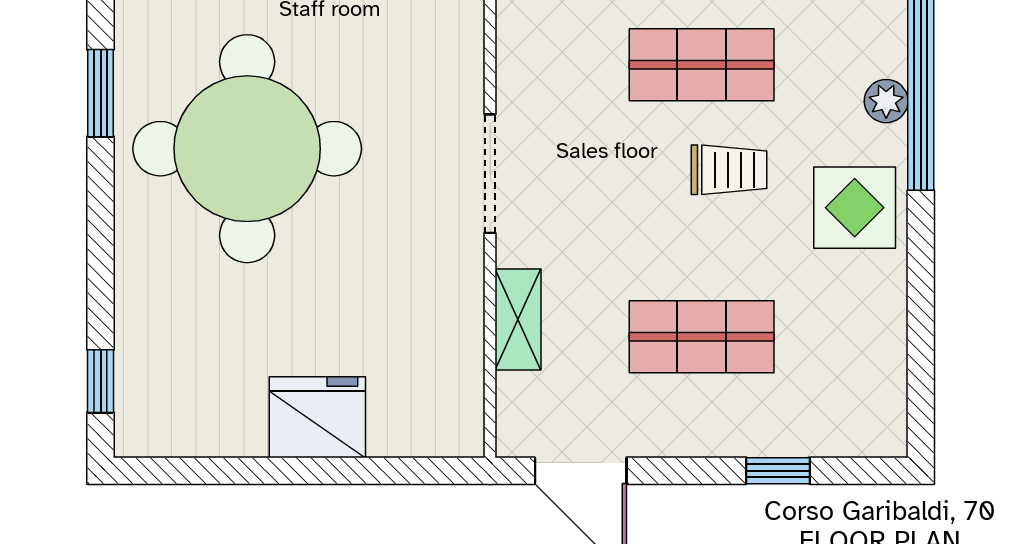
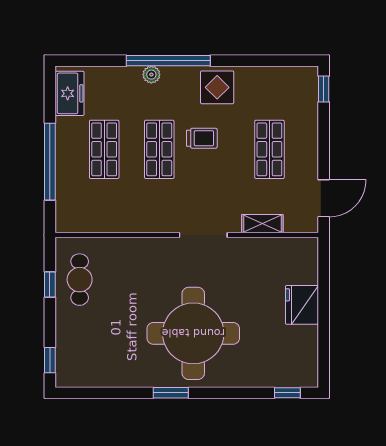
plant: (886, 101) -> (151, 75), moved
trolley: (729, 170) -> (202, 138), turned 90
window: (778, 471) -> (324, 89), moved

